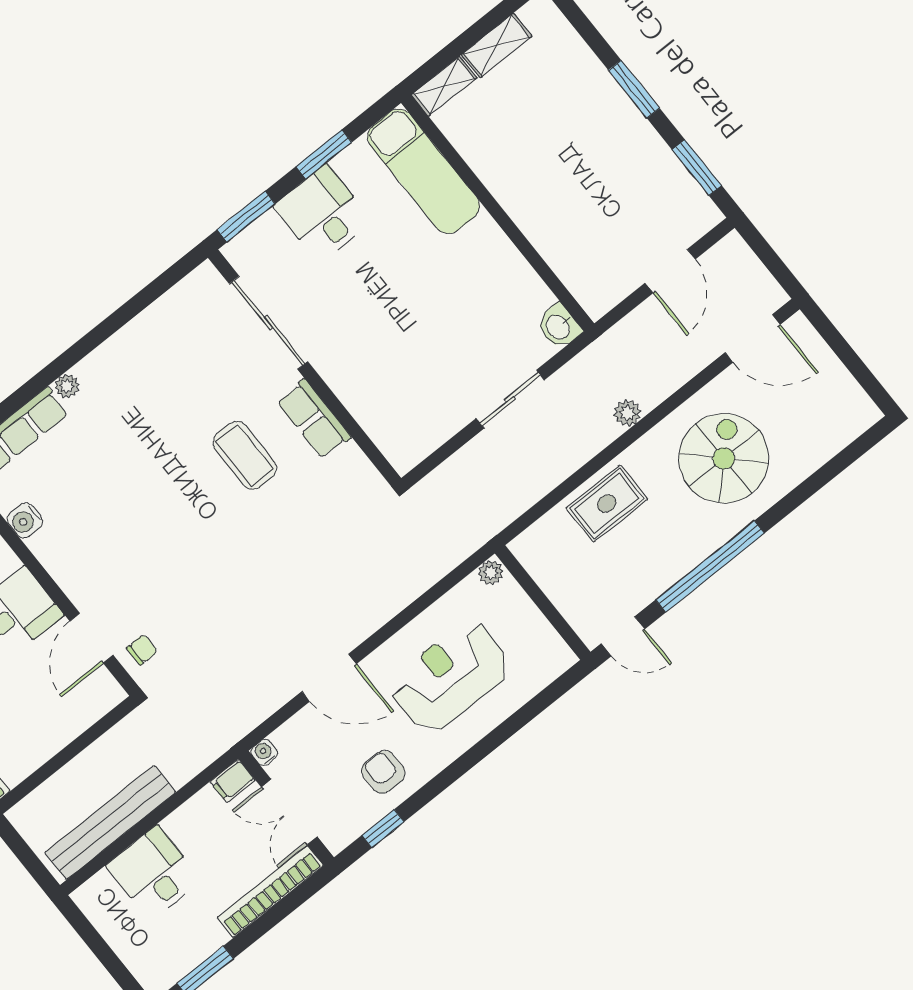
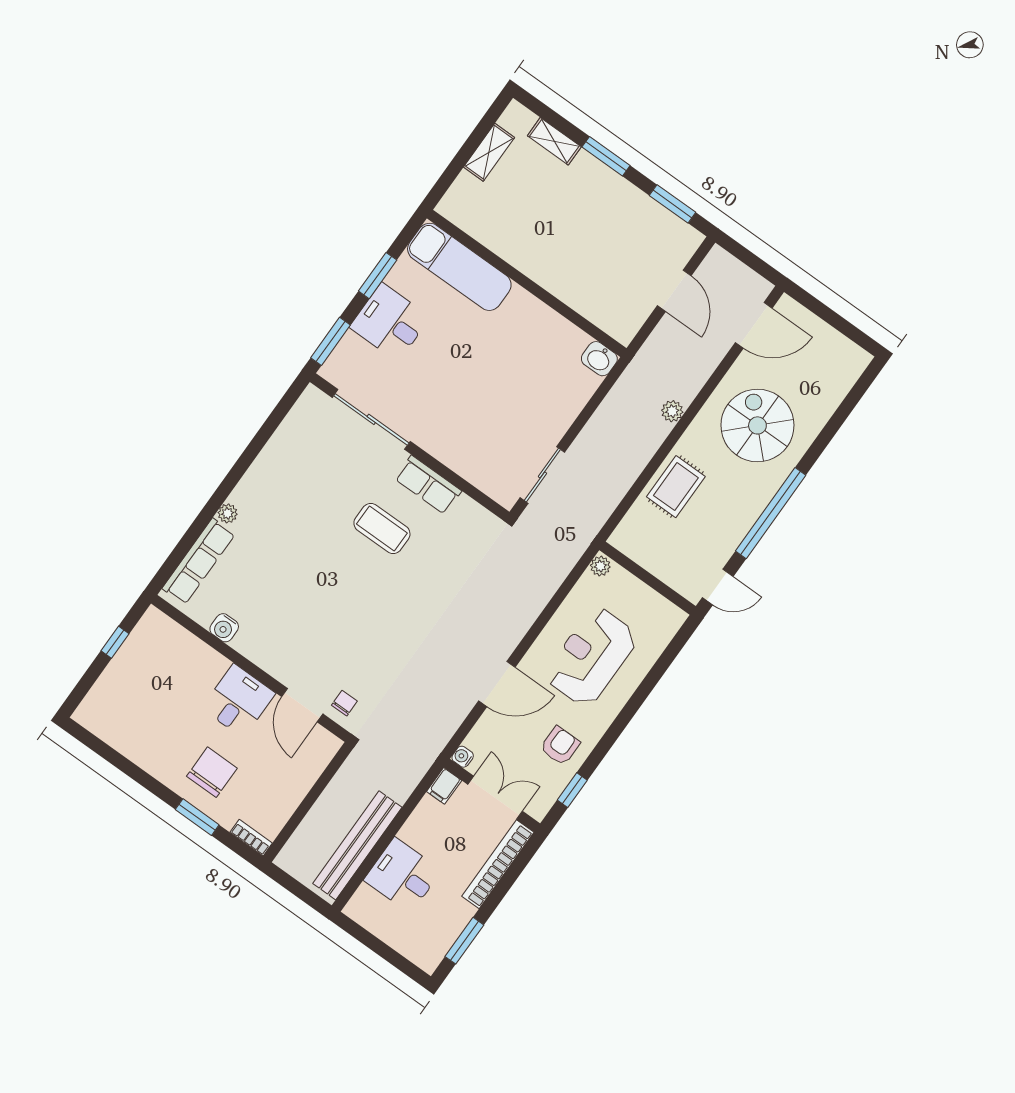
shelving: (444, 86) -> (554, 141), moved, turned 90
sliding door: (510, 399) -> (542, 475), moved
armchair: (383, 772) -> (560, 746), turned 90
double door: (289, 812) -> (495, 798), swing flipped

